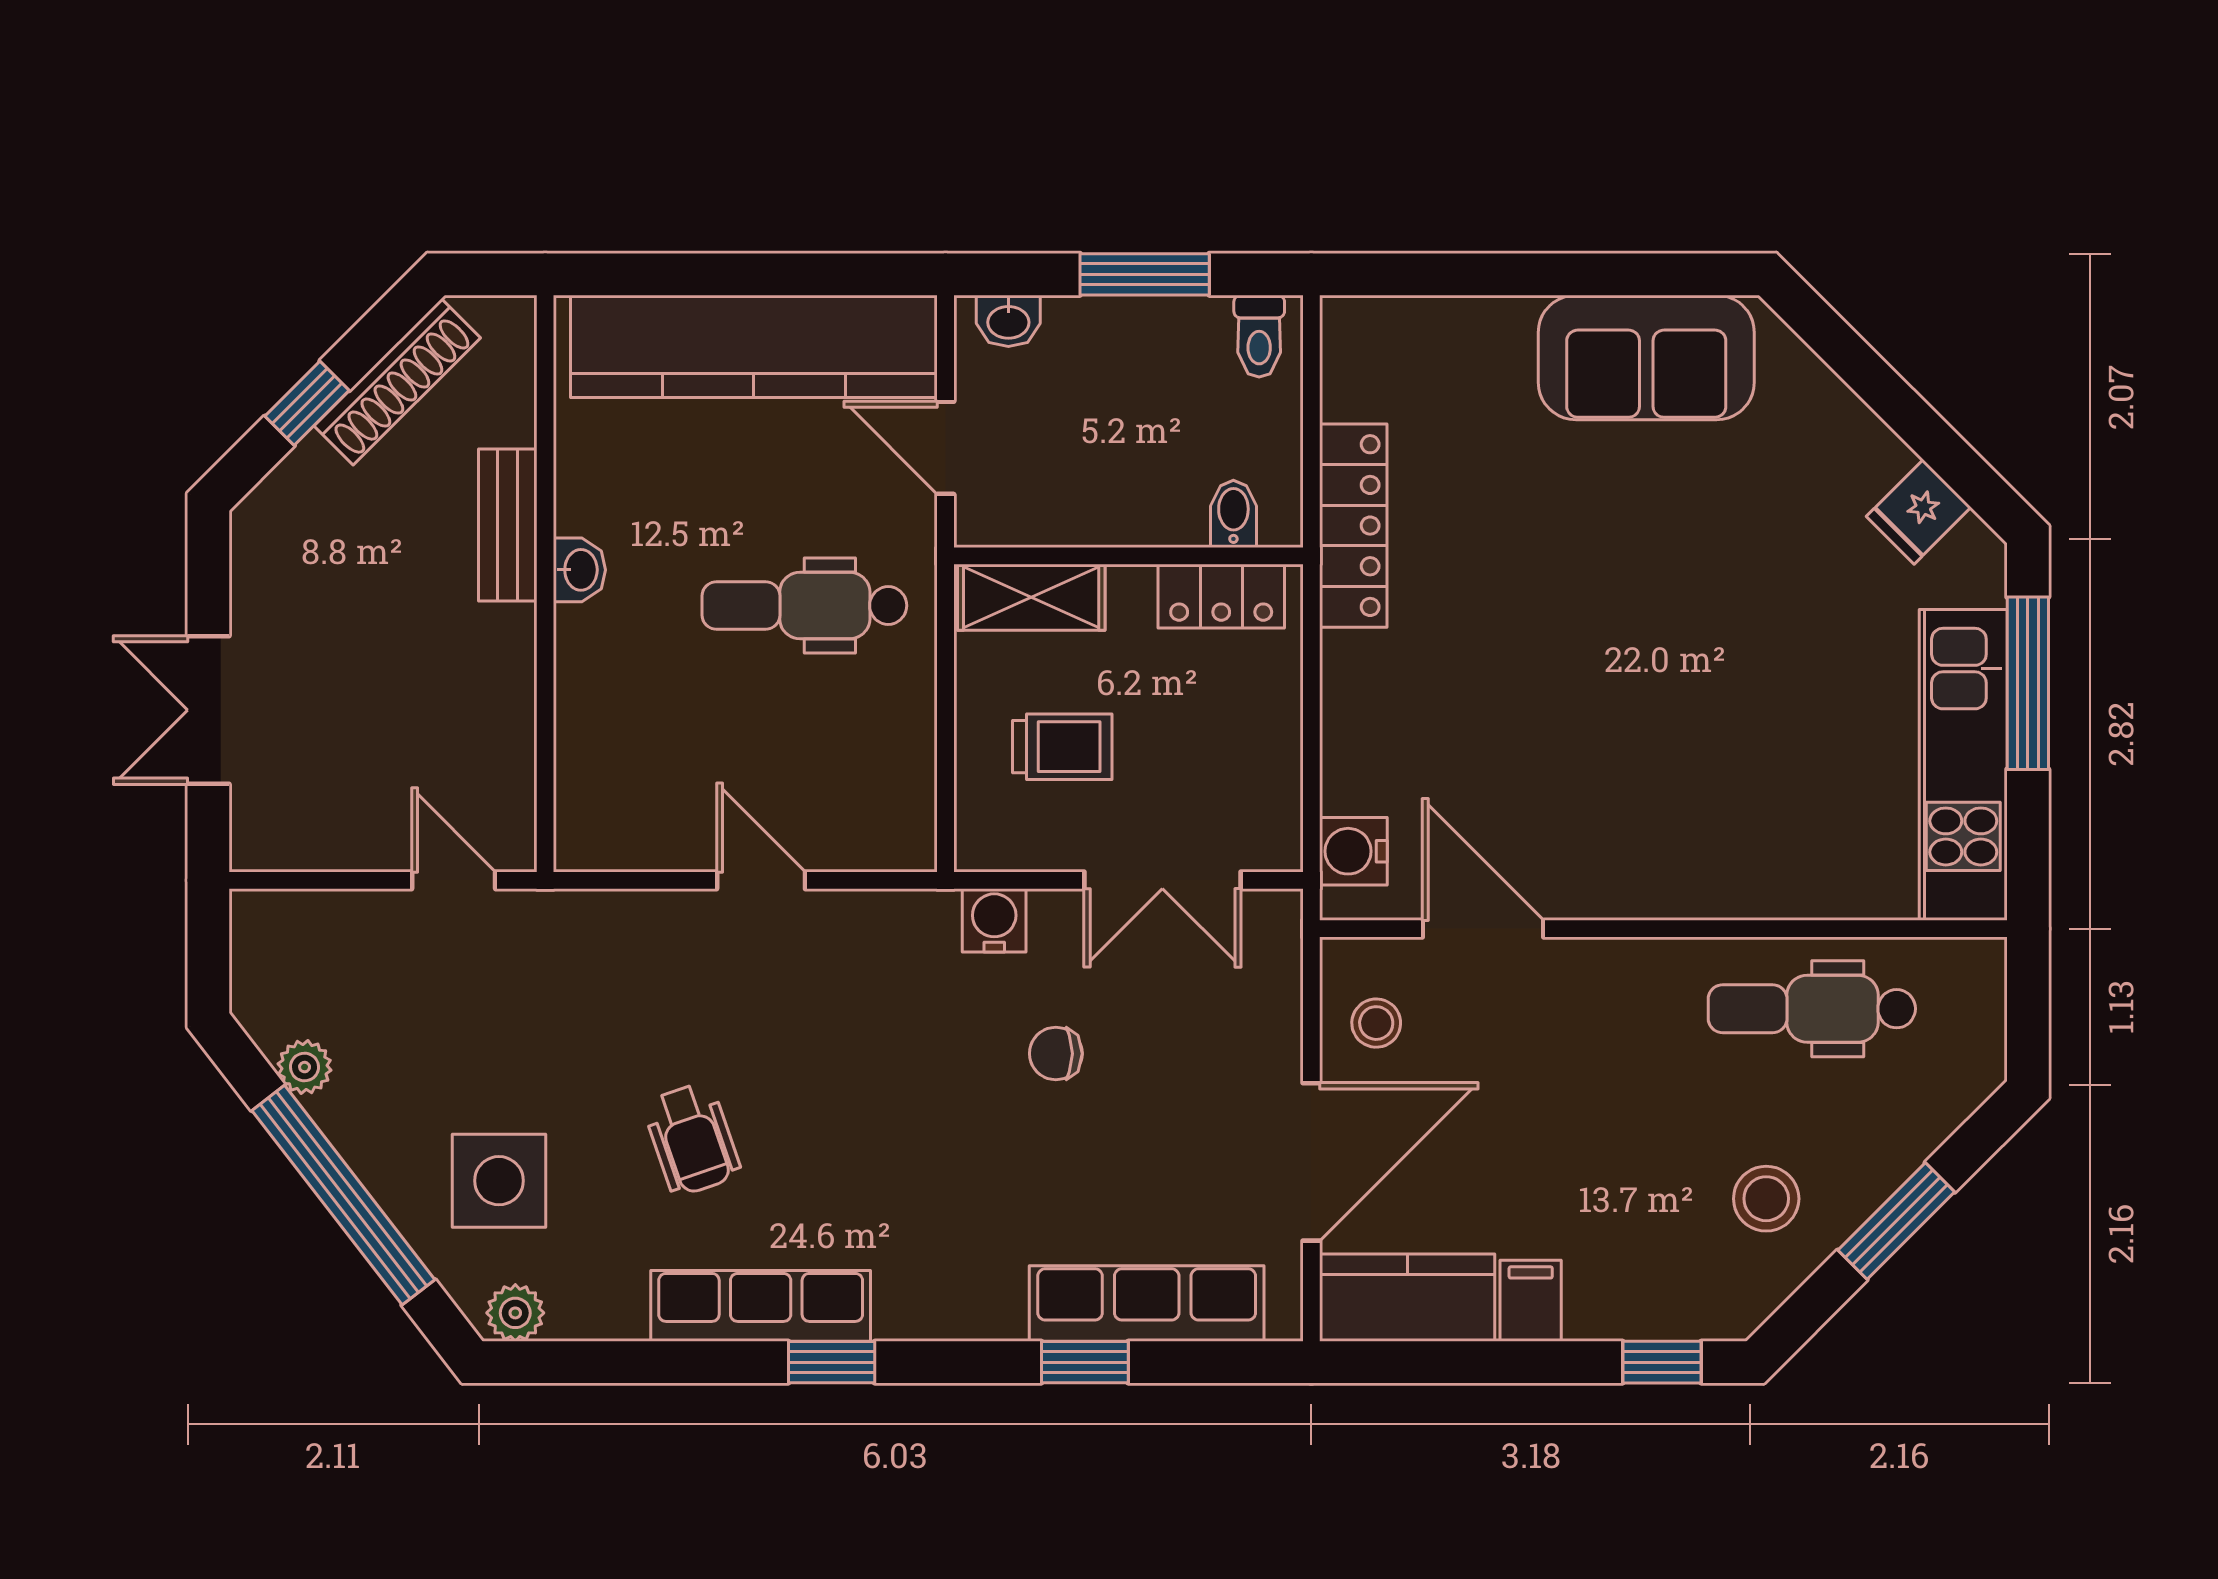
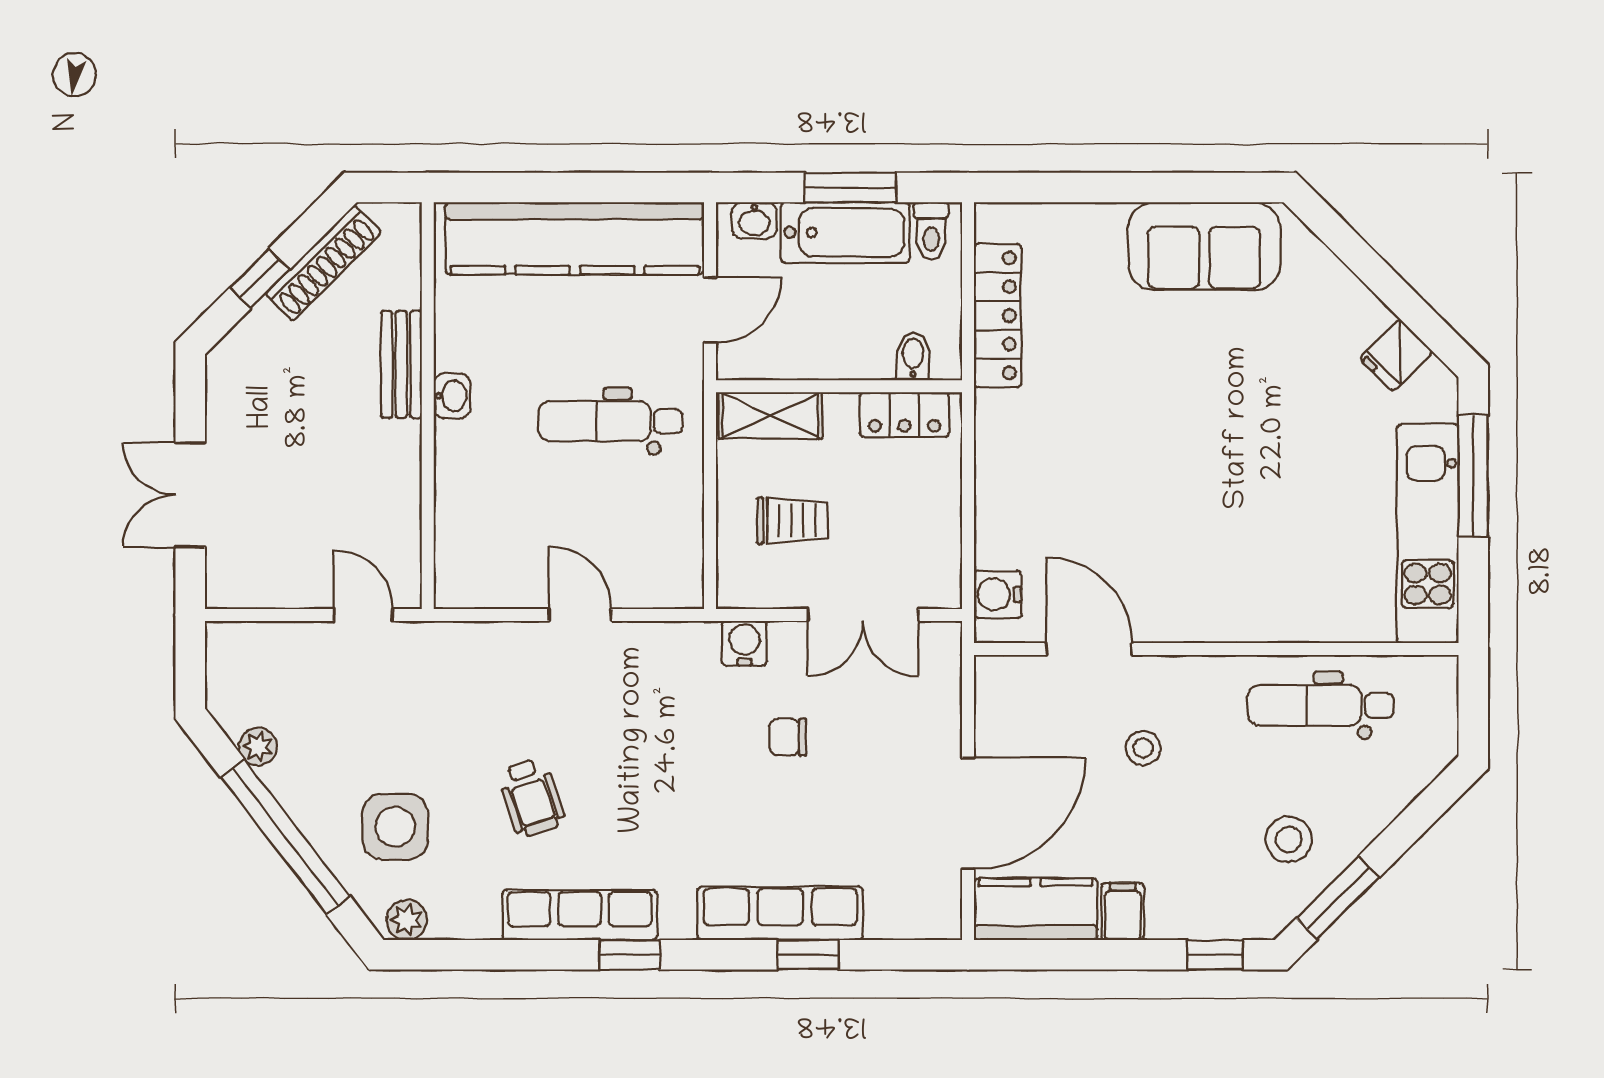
bathtub: (1137, 338) -> (845, 233), added
door: (946, 448) -> (710, 310), swing flipped
locker: (1353, 526) -> (998, 315), moved
stool: (1376, 1023) -> (1143, 748), moved
window: (1896, 1221) -> (1338, 898), moved
row of seats: (1147, 1303) -> (780, 913), moved

